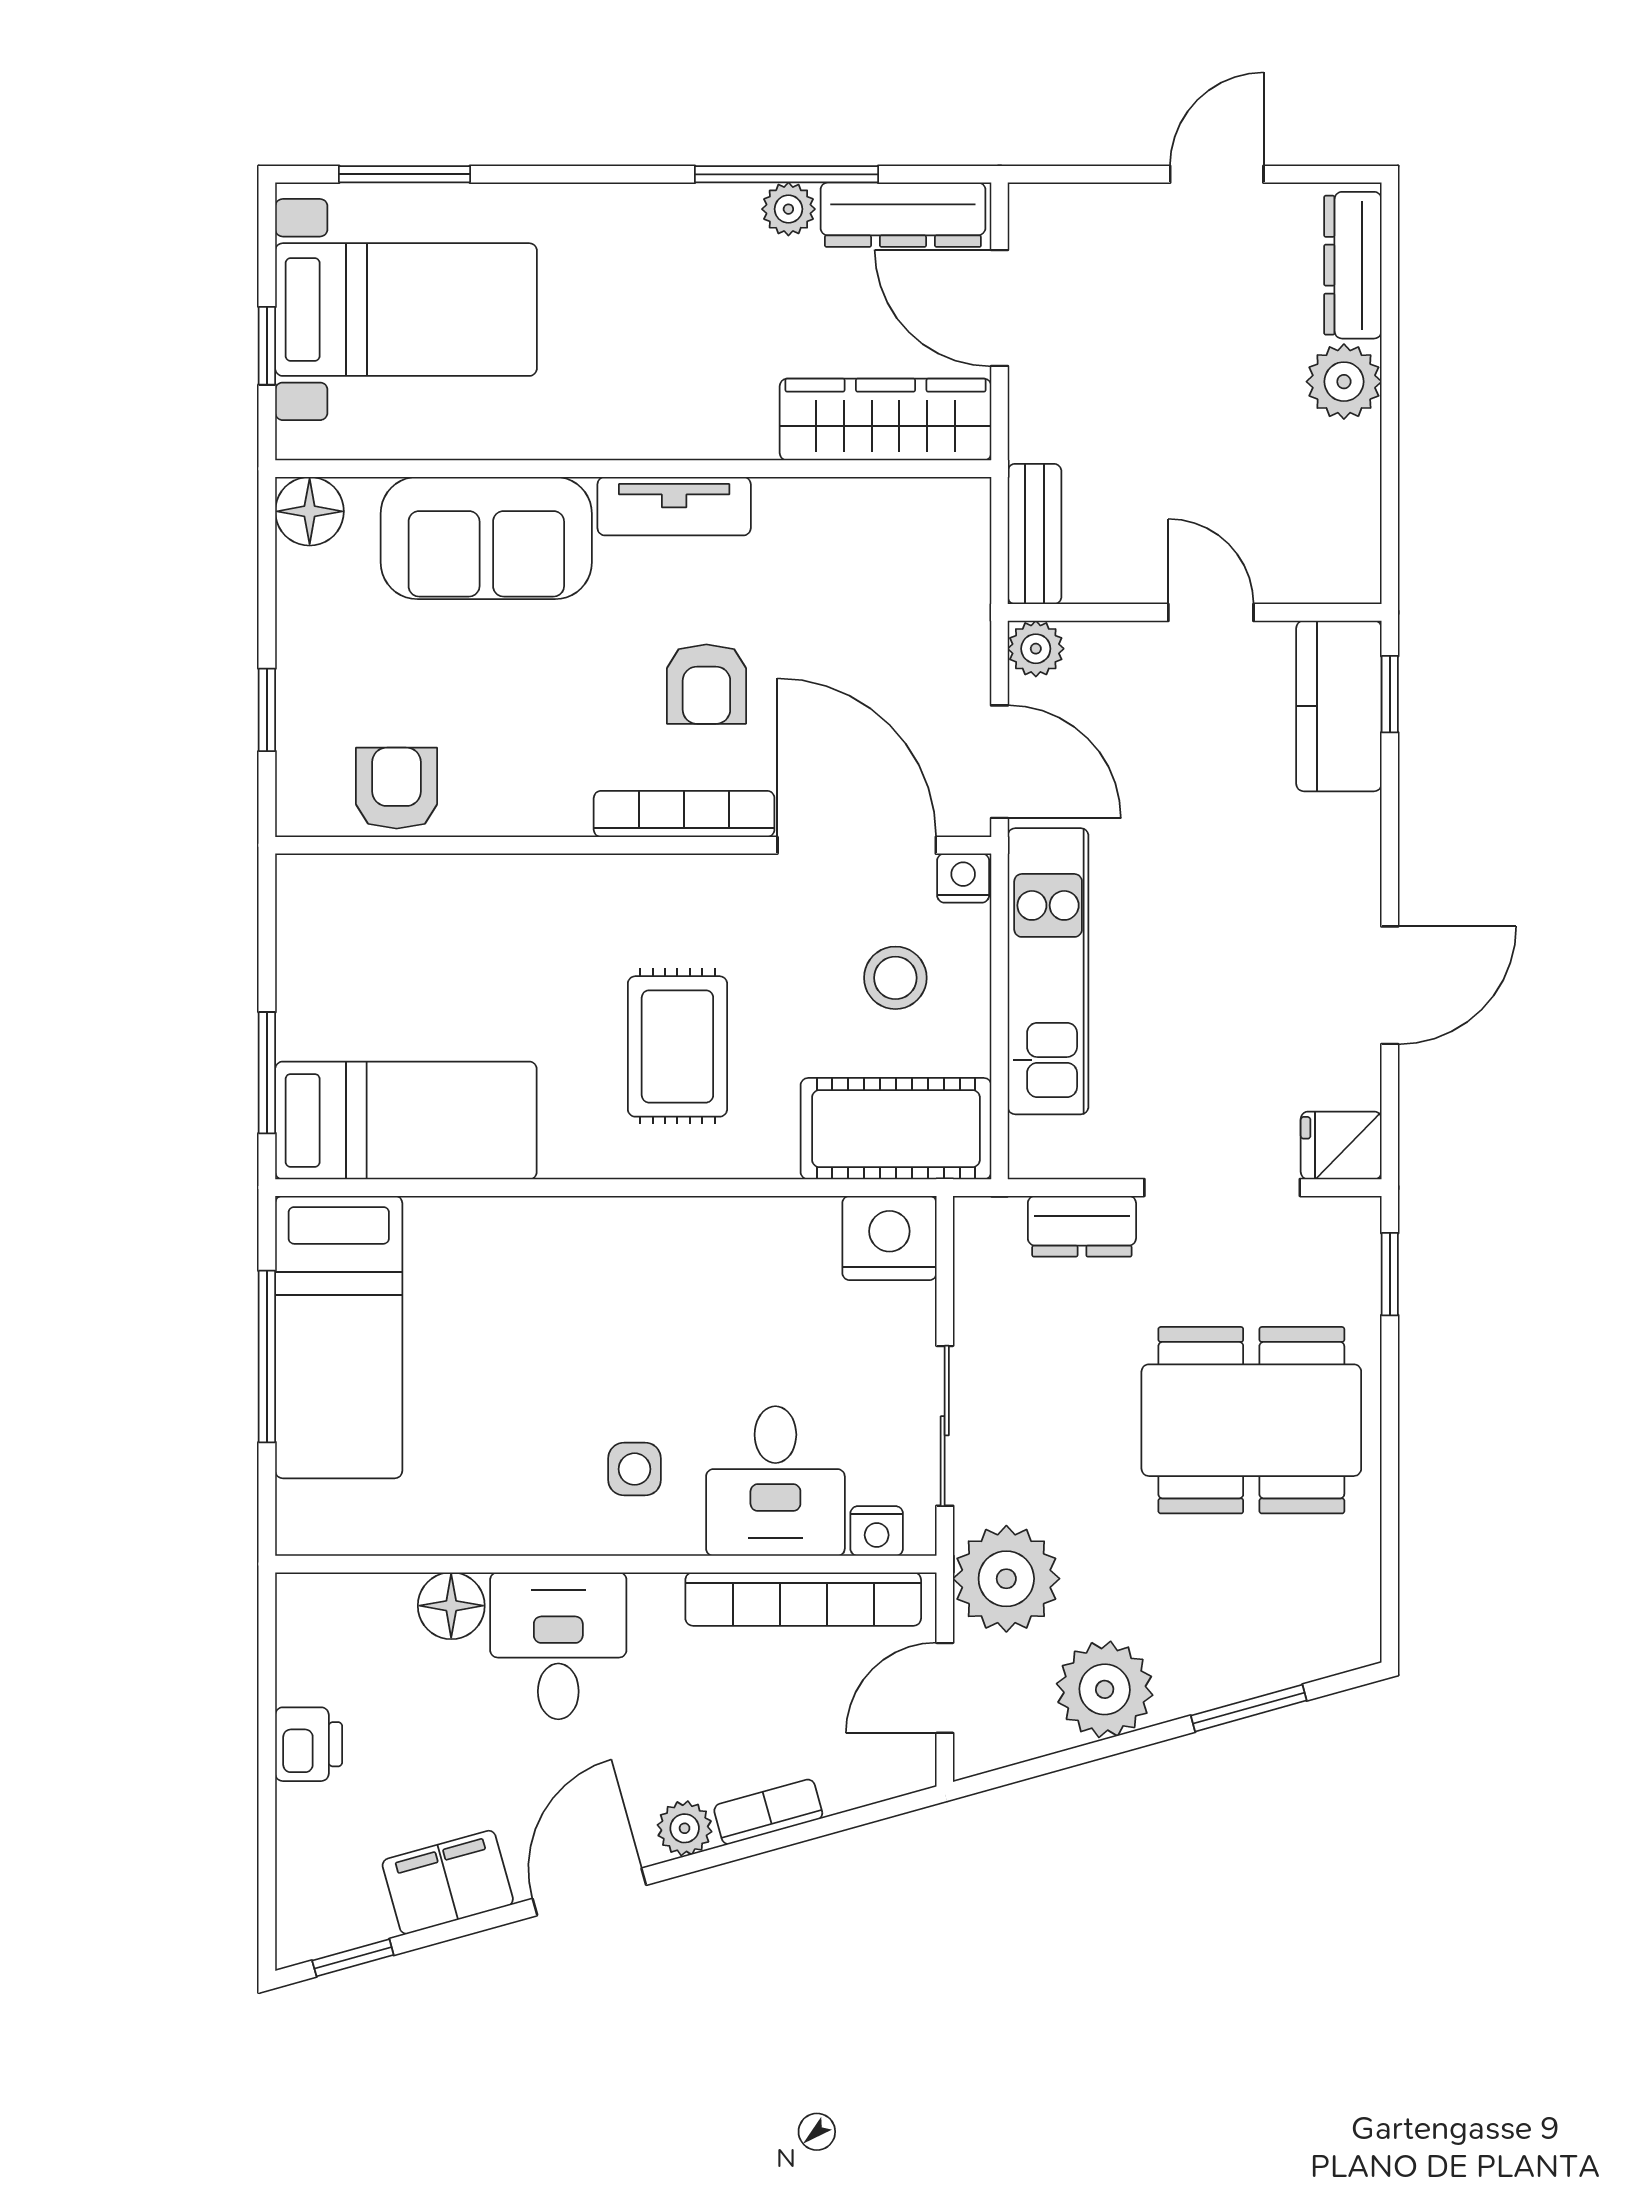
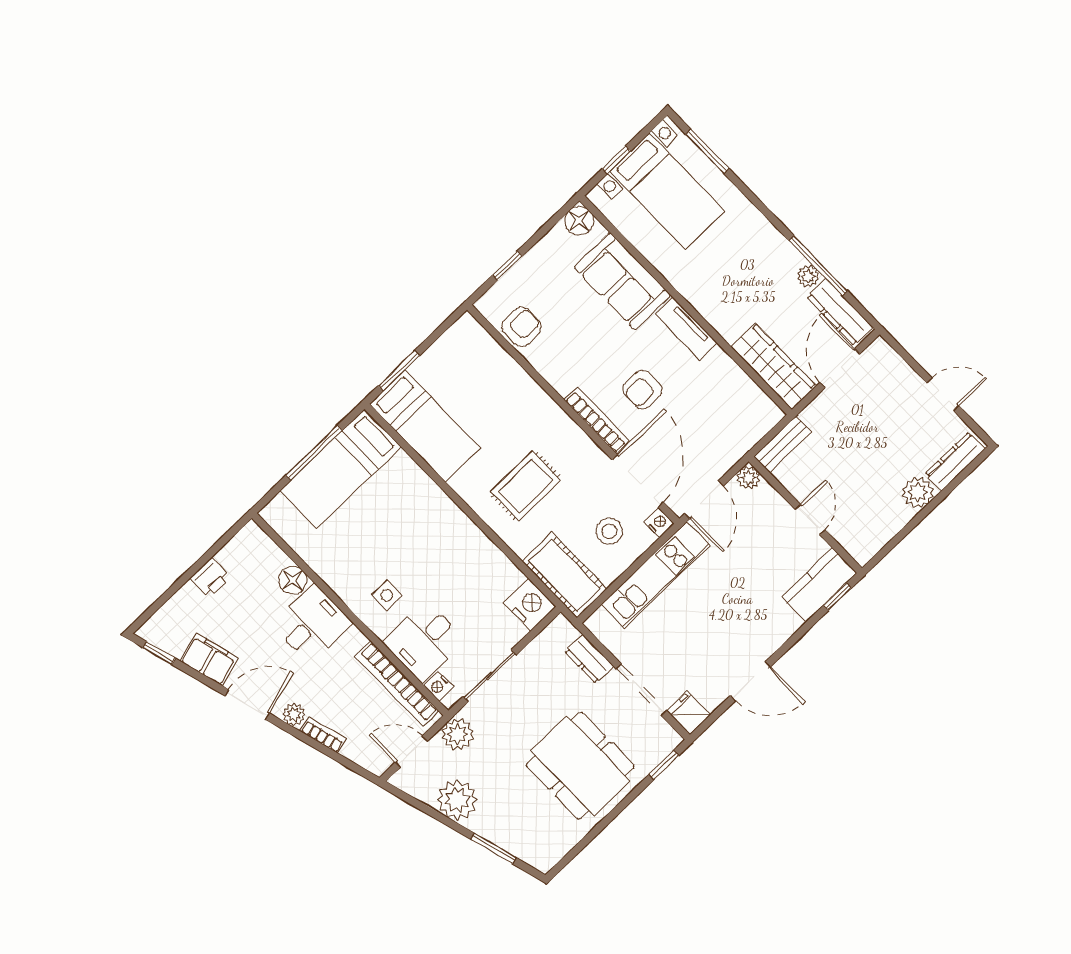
plant: (1006, 1579) -> (458, 734), width x0.73, depth x0.73

